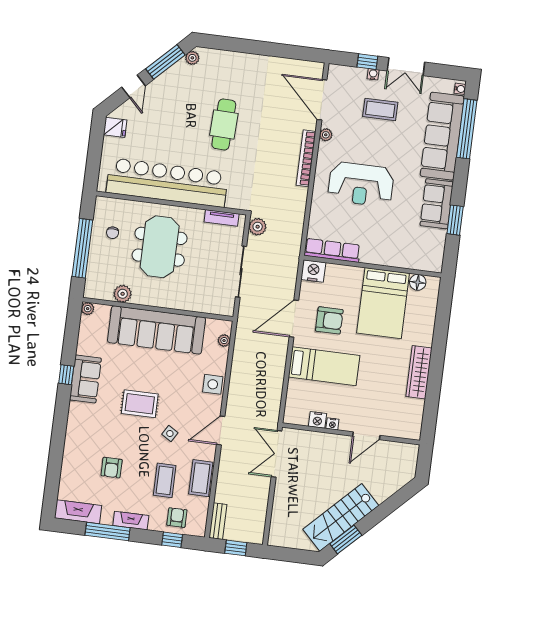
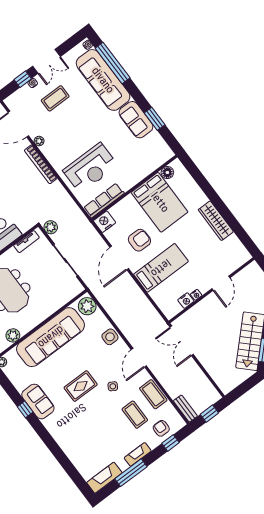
reception desk: (361, 184) -> (90, 168), moved
plant: (224, 341) -> (87, 306), width x1.87, depth x1.87
armchair: (112, 468) -> (99, 436), removed

